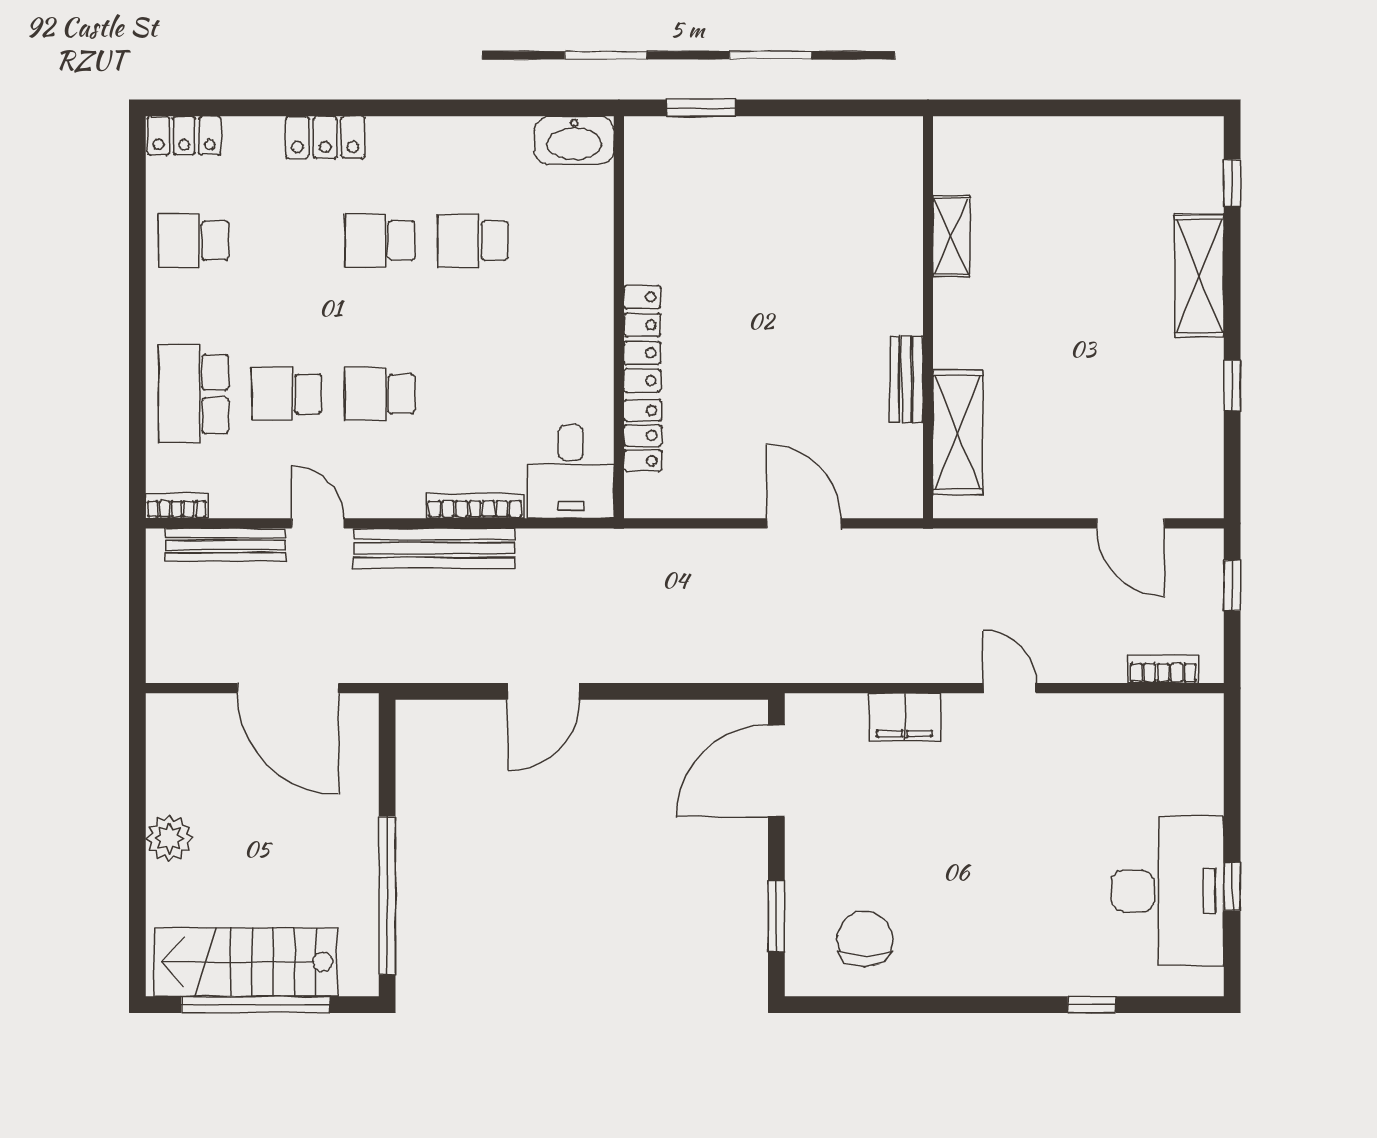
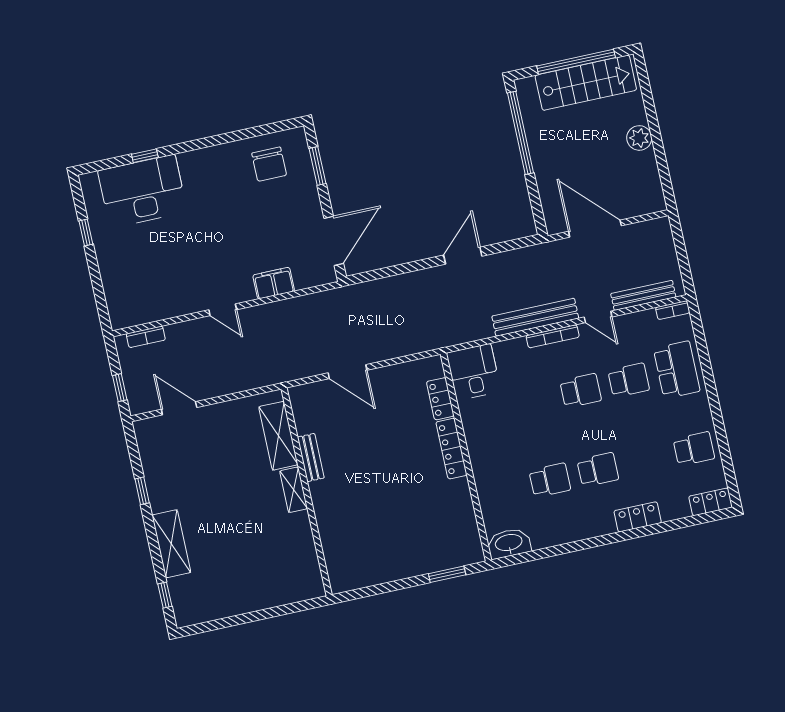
shelving: (951, 236) -> (294, 490), moved
bookcase: (475, 506) -> (553, 336), moved
desk: (1168, 891) -> (142, 191), moved, turned 90

